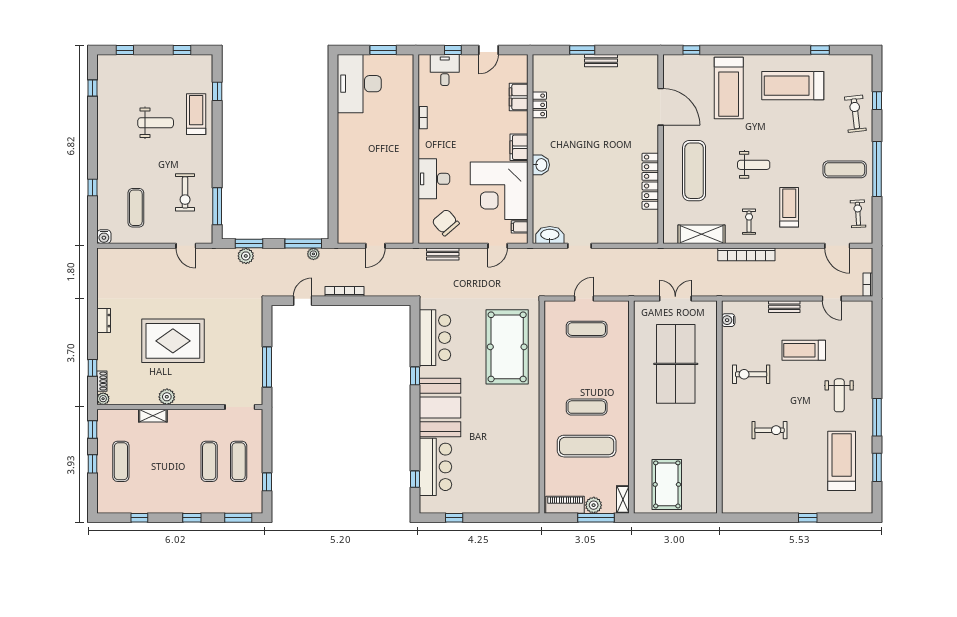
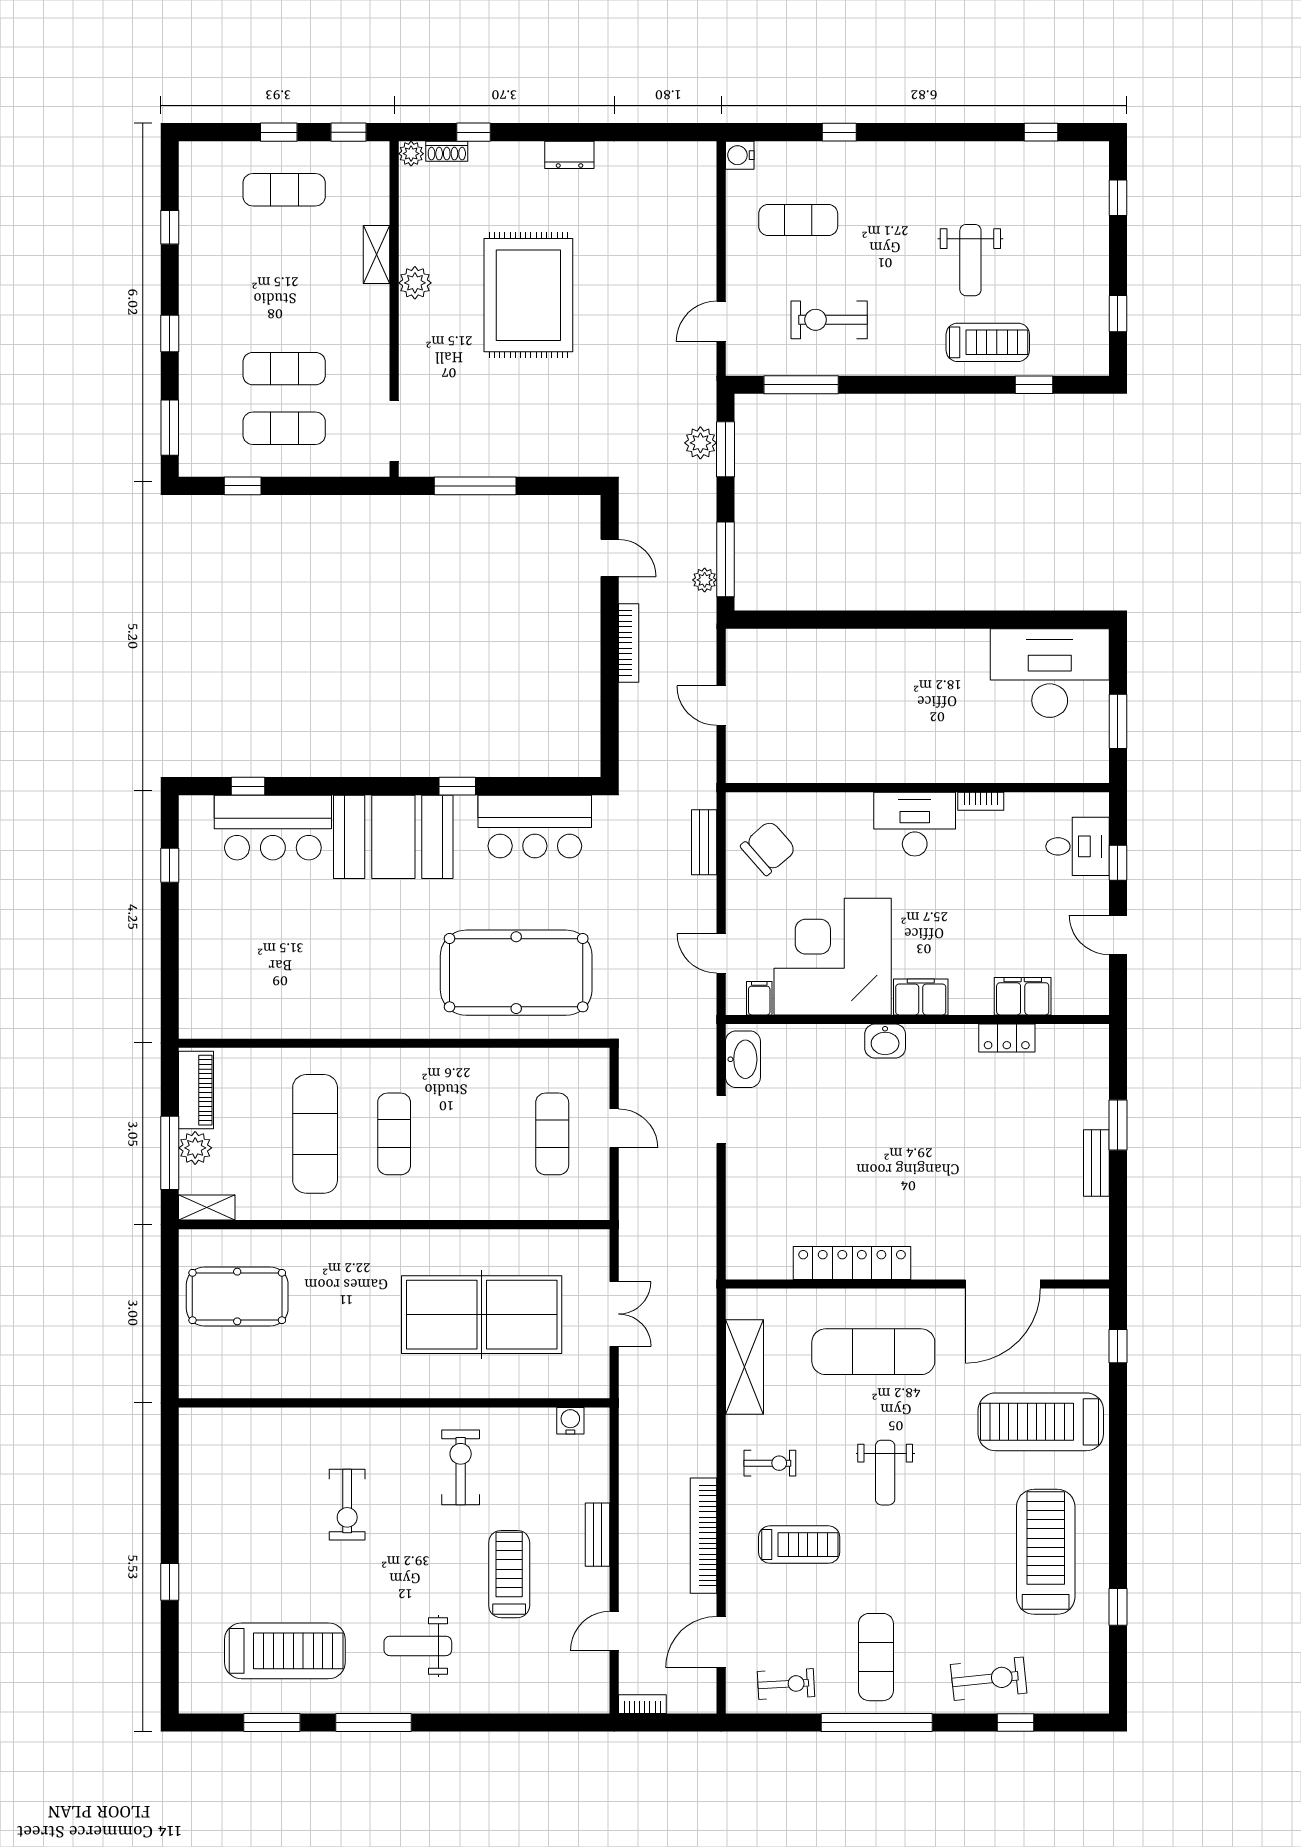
desk: (434, 179) -> (915, 824), moved
bookcase: (746, 254) -> (704, 1536), moved

